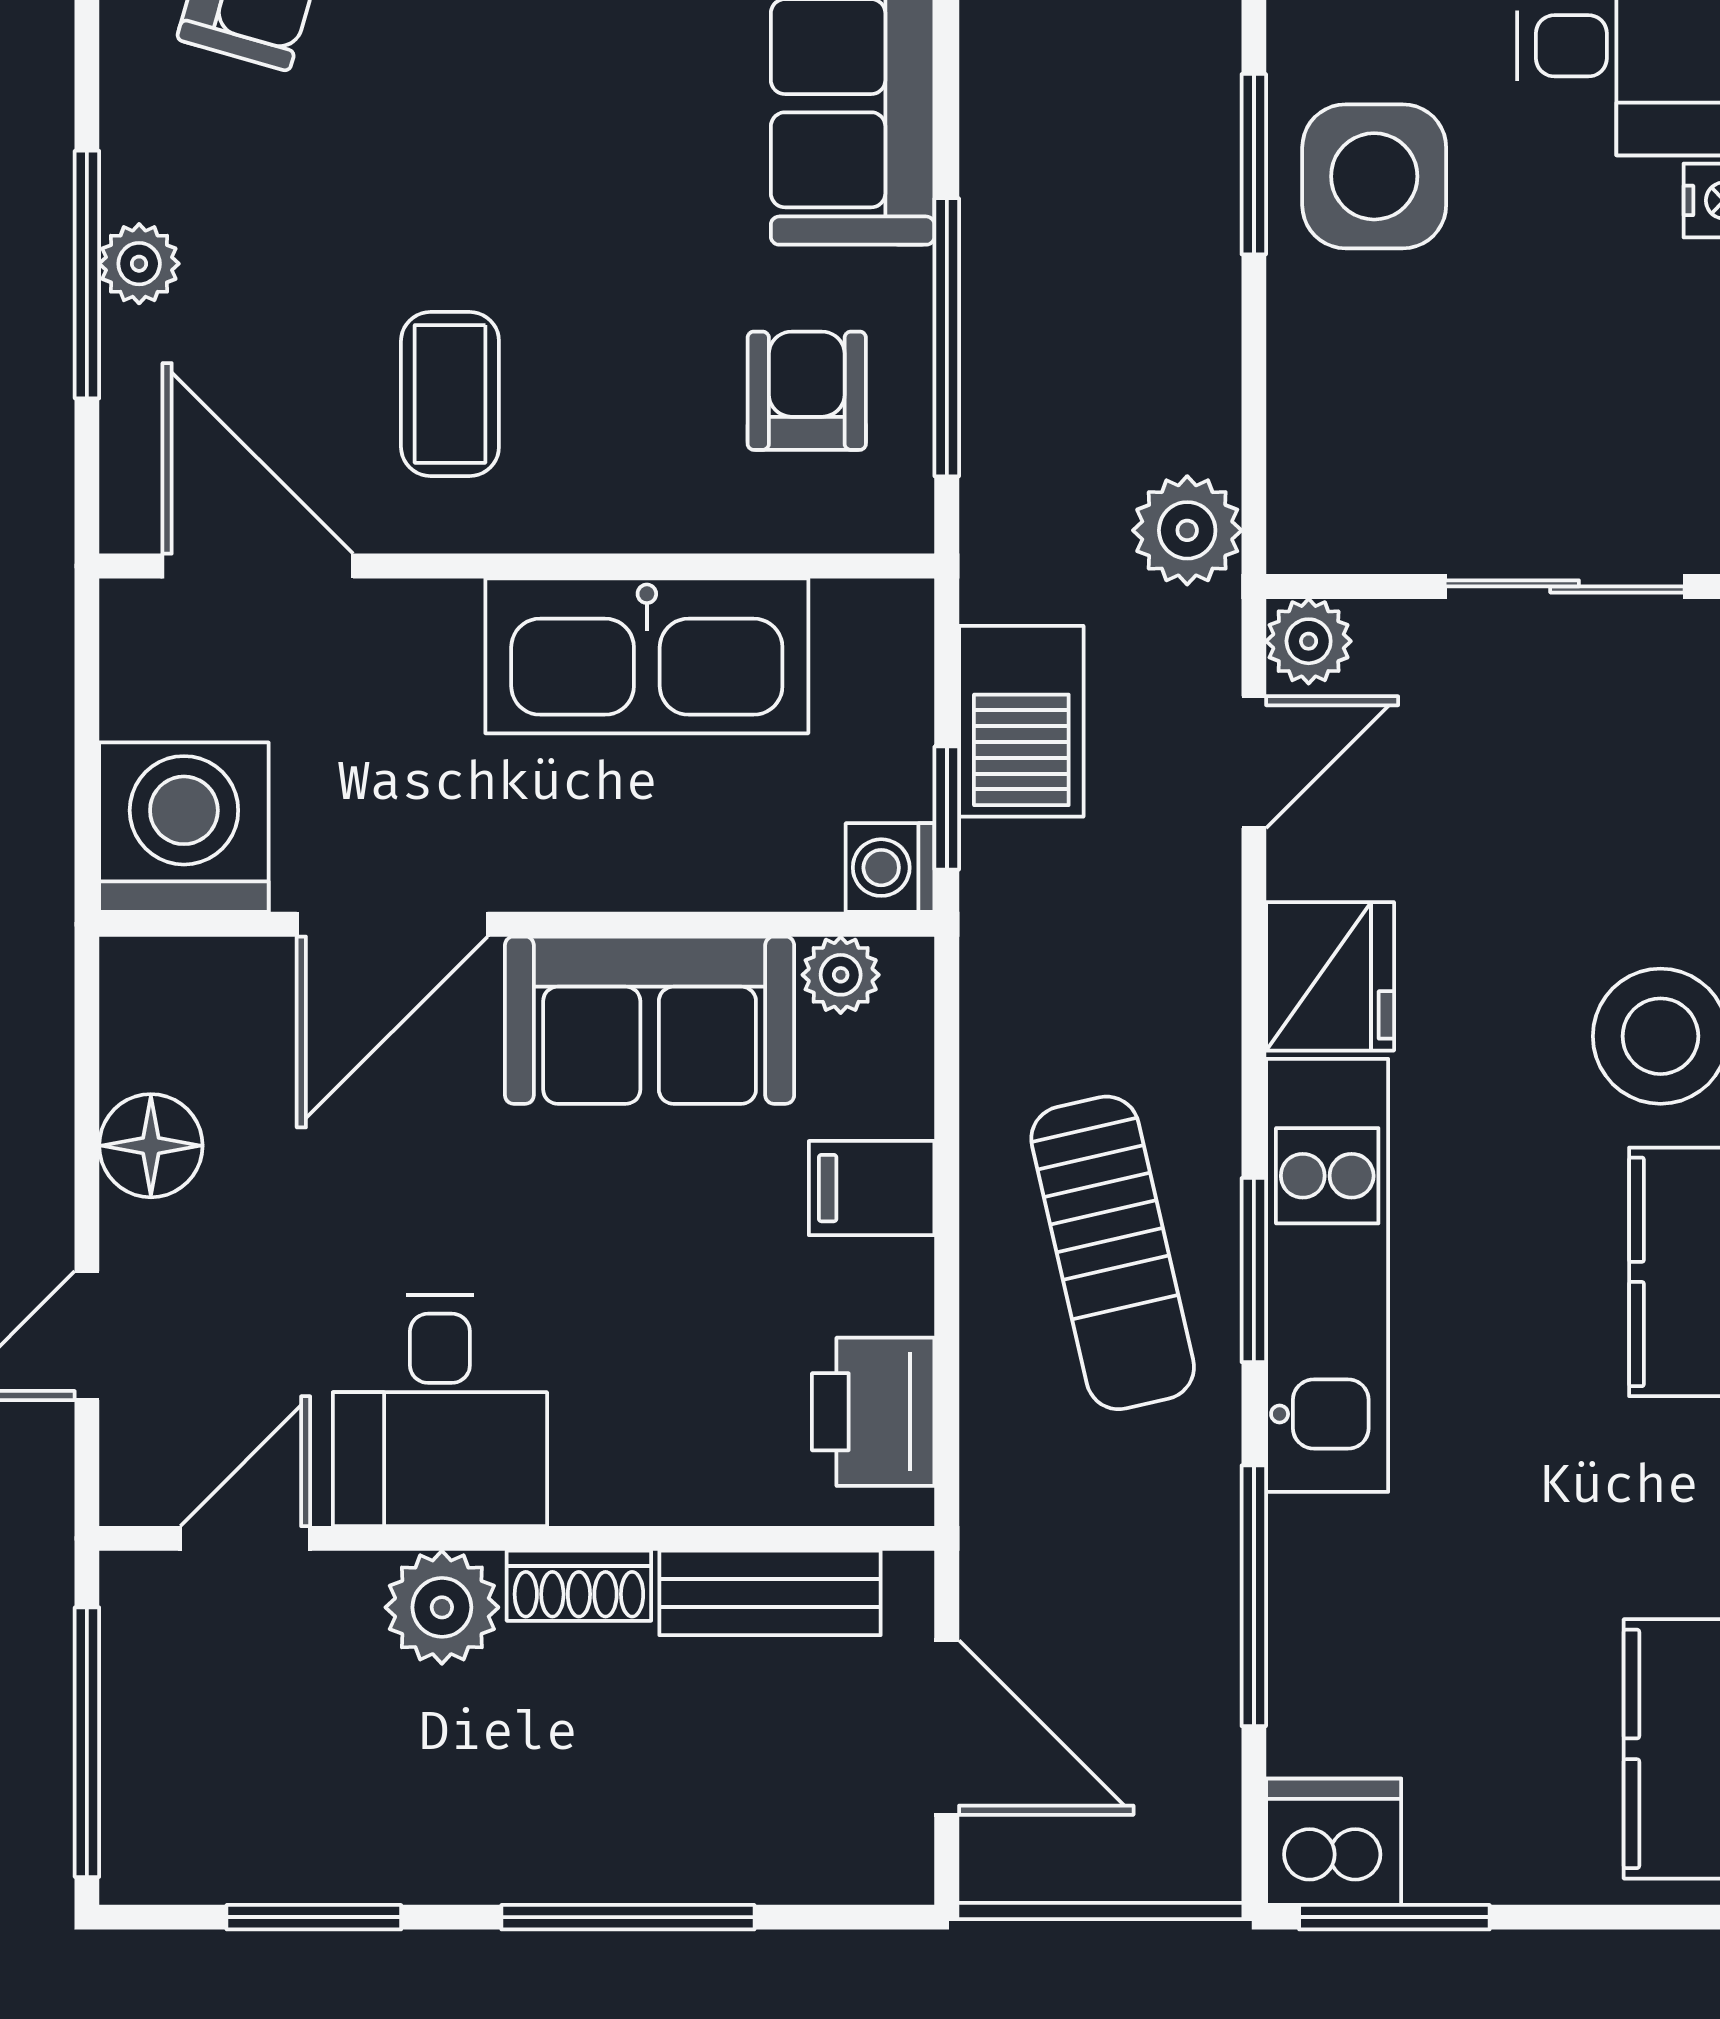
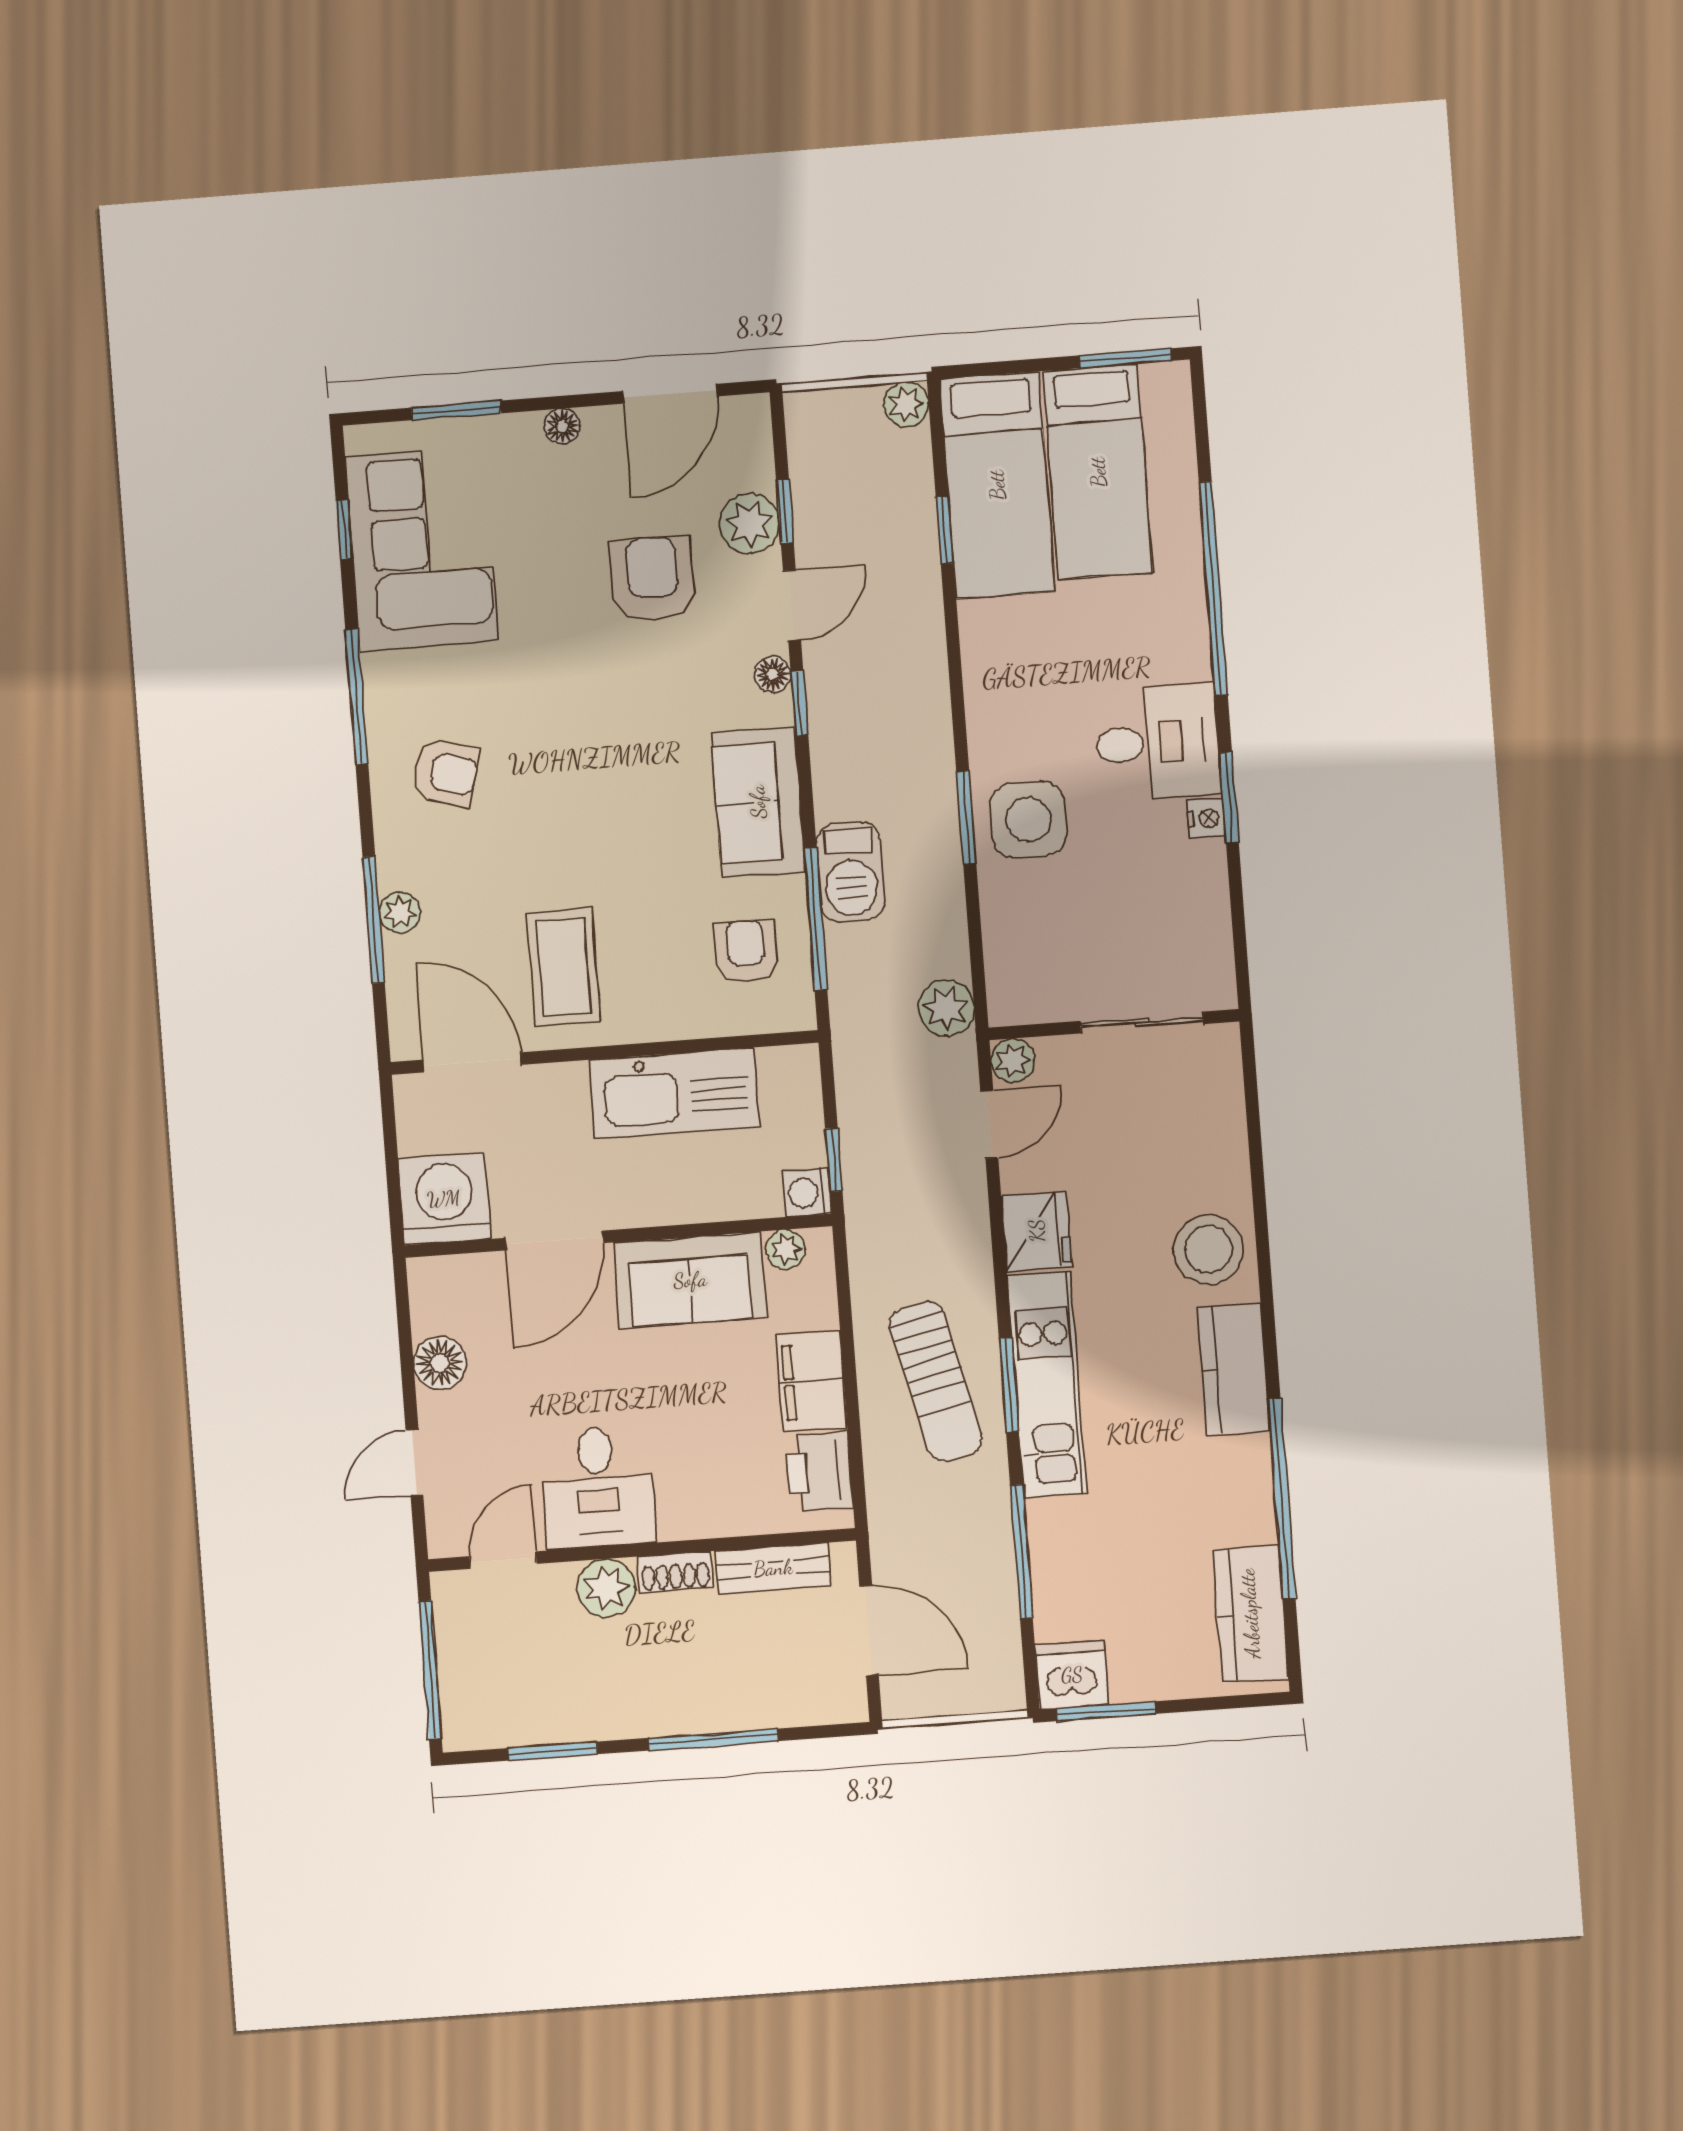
coffee table: (450, 394) -> (564, 967), width x1.36, depth x1.30
barbecue: (1021, 721) -> (850, 872), moved
filing cabinet: (872, 1188) -> (812, 1381), width x2.00

